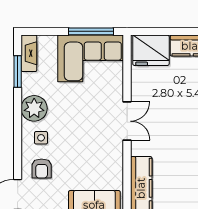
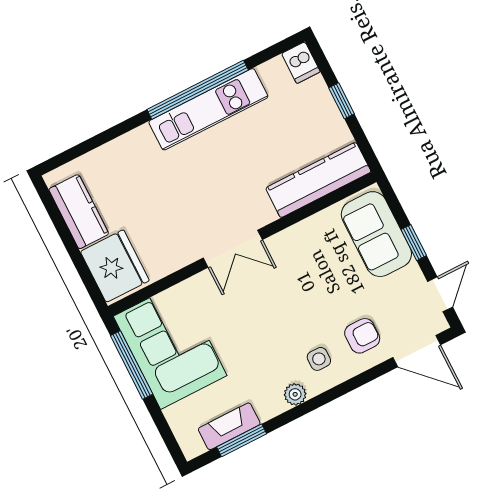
fireplace: (29, 53) -> (229, 426), moved
plant: (34, 108) -> (295, 394), width x0.53, depth x0.53
double door: (127, 121) -> (233, 249), swing flipped

